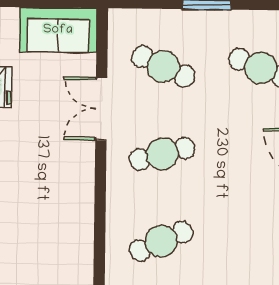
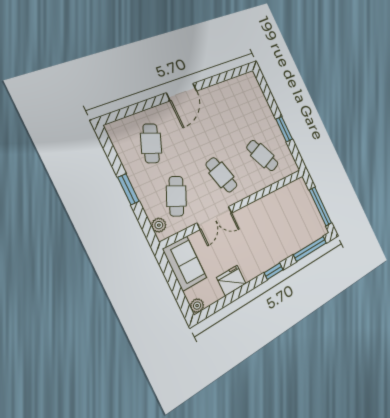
plant: (133, 20) -> (159, 225), added

